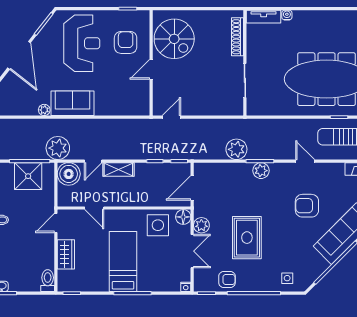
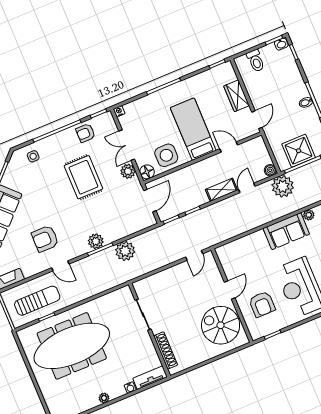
plant: (316, 16) -> (104, 398), added
boiler: (69, 174) -> (270, 170), width x0.54, depth x0.54
armchair: (307, 206) -> (45, 239), moved, turned 180
bed: (123, 261) -> (193, 129), moved, turned 180
toilet: (48, 281) -> (256, 61), moved

